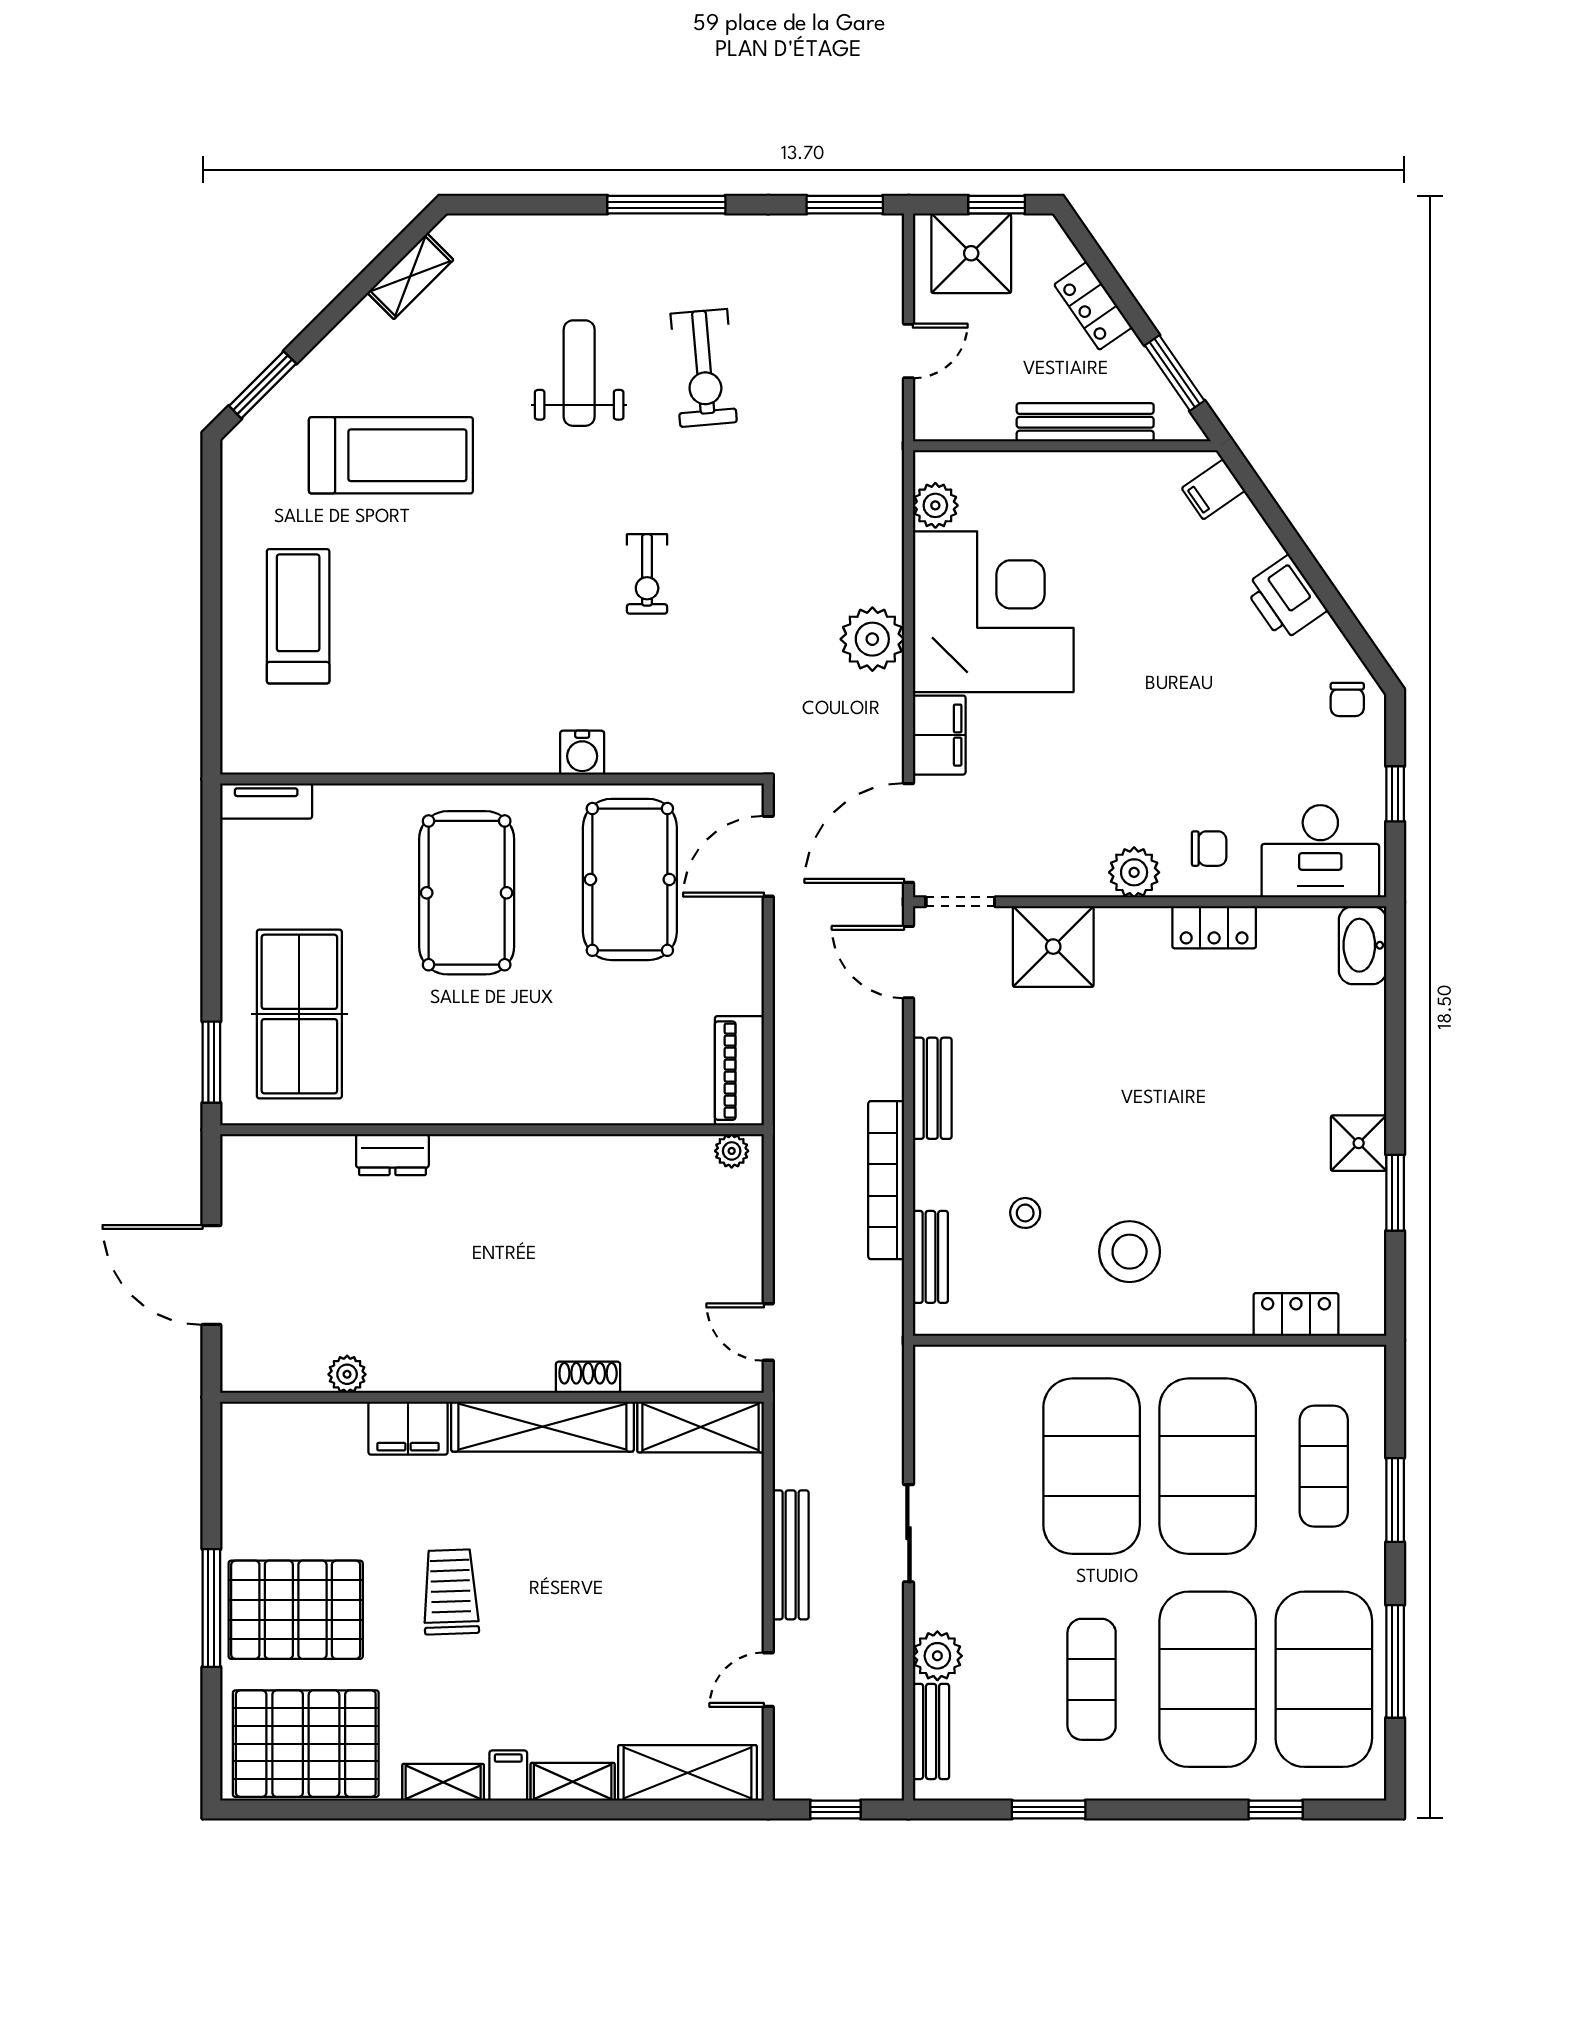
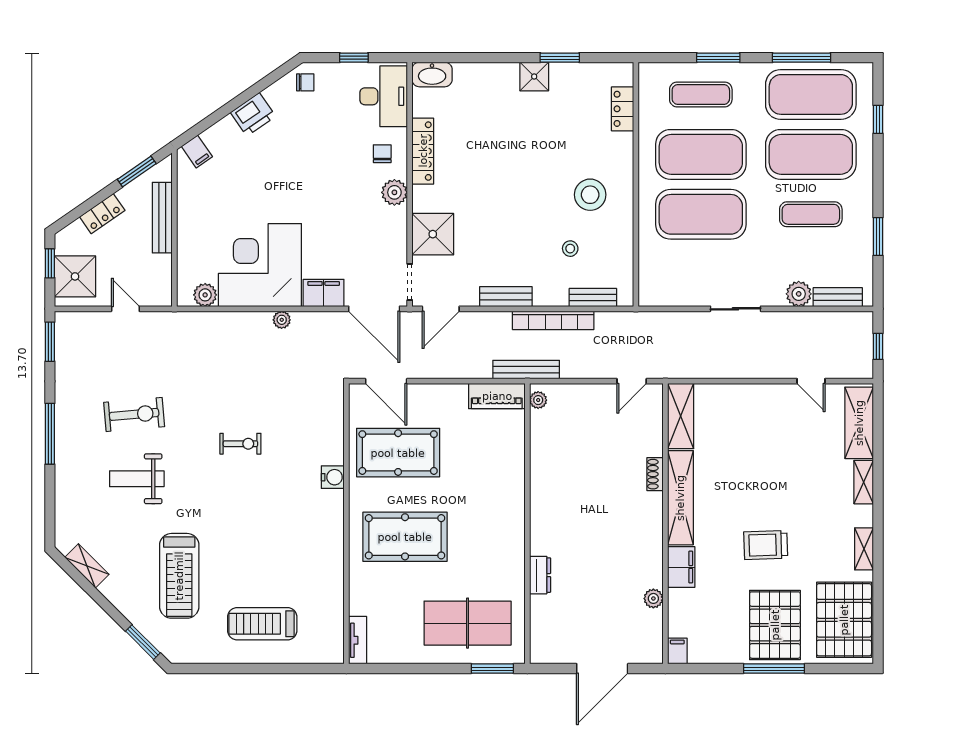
treadmill: (391, 455) -> (179, 576), turned 180
plant: (872, 639) -> (282, 320), width x0.53, depth x0.53
locker: (1214, 927) -> (423, 151), width x1.53
bench: (791, 1555) -> (526, 370), moved
filing cabinet: (508, 1776) -> (677, 651), moved, turned 90

